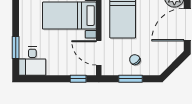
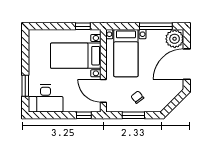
desk: (32, 61) -> (46, 99), width x1.37

